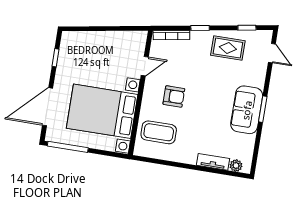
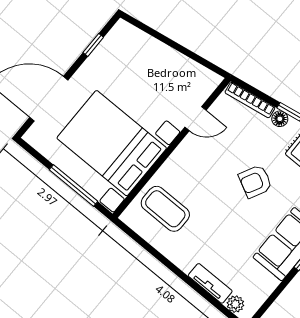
floor lamp: (197, 36) -> (280, 119), added
armchair: (174, 96) -> (255, 181), moved, turned 117
window: (68, 147) -> (74, 186), moved

